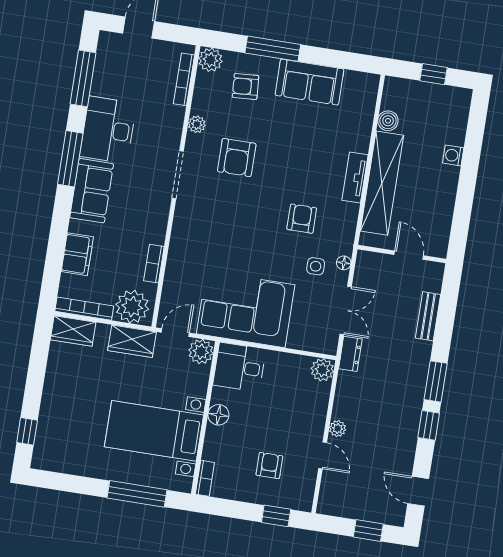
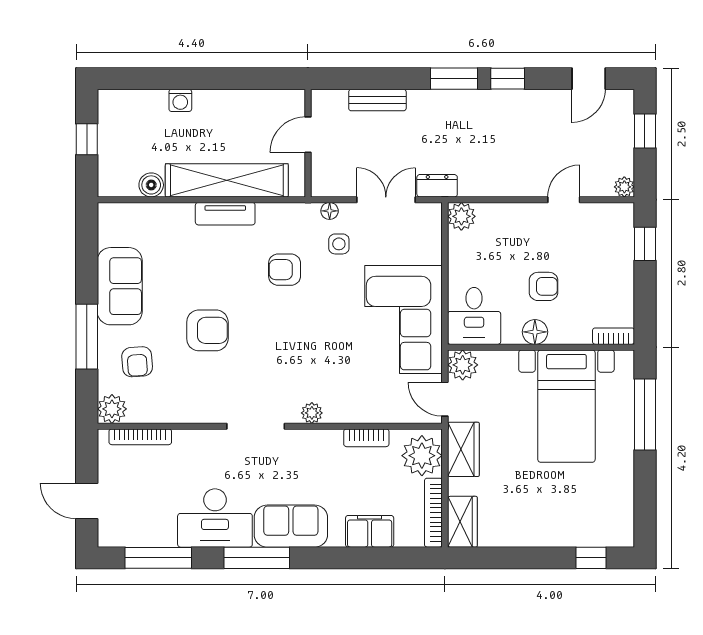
plant: (197, 124) -> (312, 413), moved
armchair: (237, 158) -> (207, 330), moved
plant: (338, 429) -> (624, 187), moved
armchair: (269, 465) -> (543, 286), moved, turned 180

